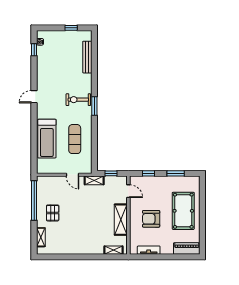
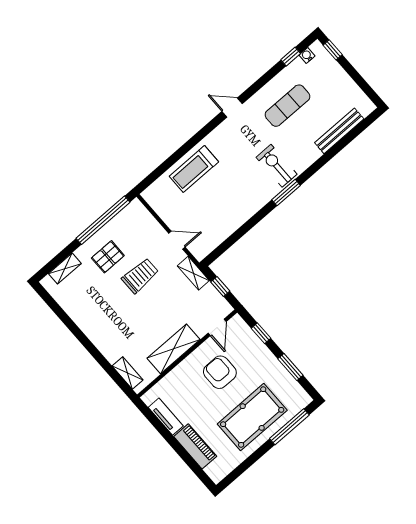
window: (71, 28) -> (333, 50), moved
treadmill: (47, 139) -> (194, 169), width x0.73, depth x0.73
exercise mat: (75, 139) -> (287, 106), moved
door: (73, 175) -> (177, 240), swing flipped
window: (202, 198) -> (289, 427), added
trolley: (74, 206) -> (140, 276), added
armchair: (151, 219) -> (220, 372), moved
piano: (187, 249) -> (195, 446), moved

